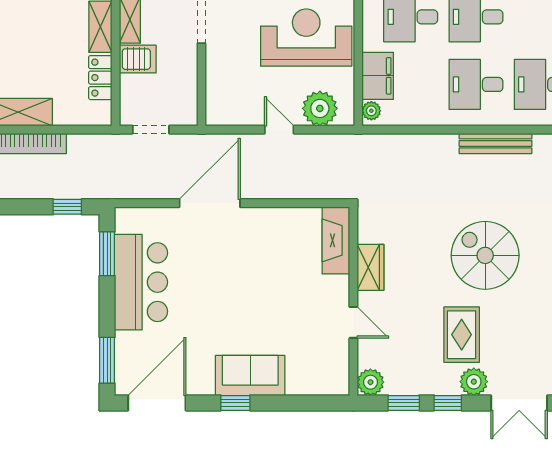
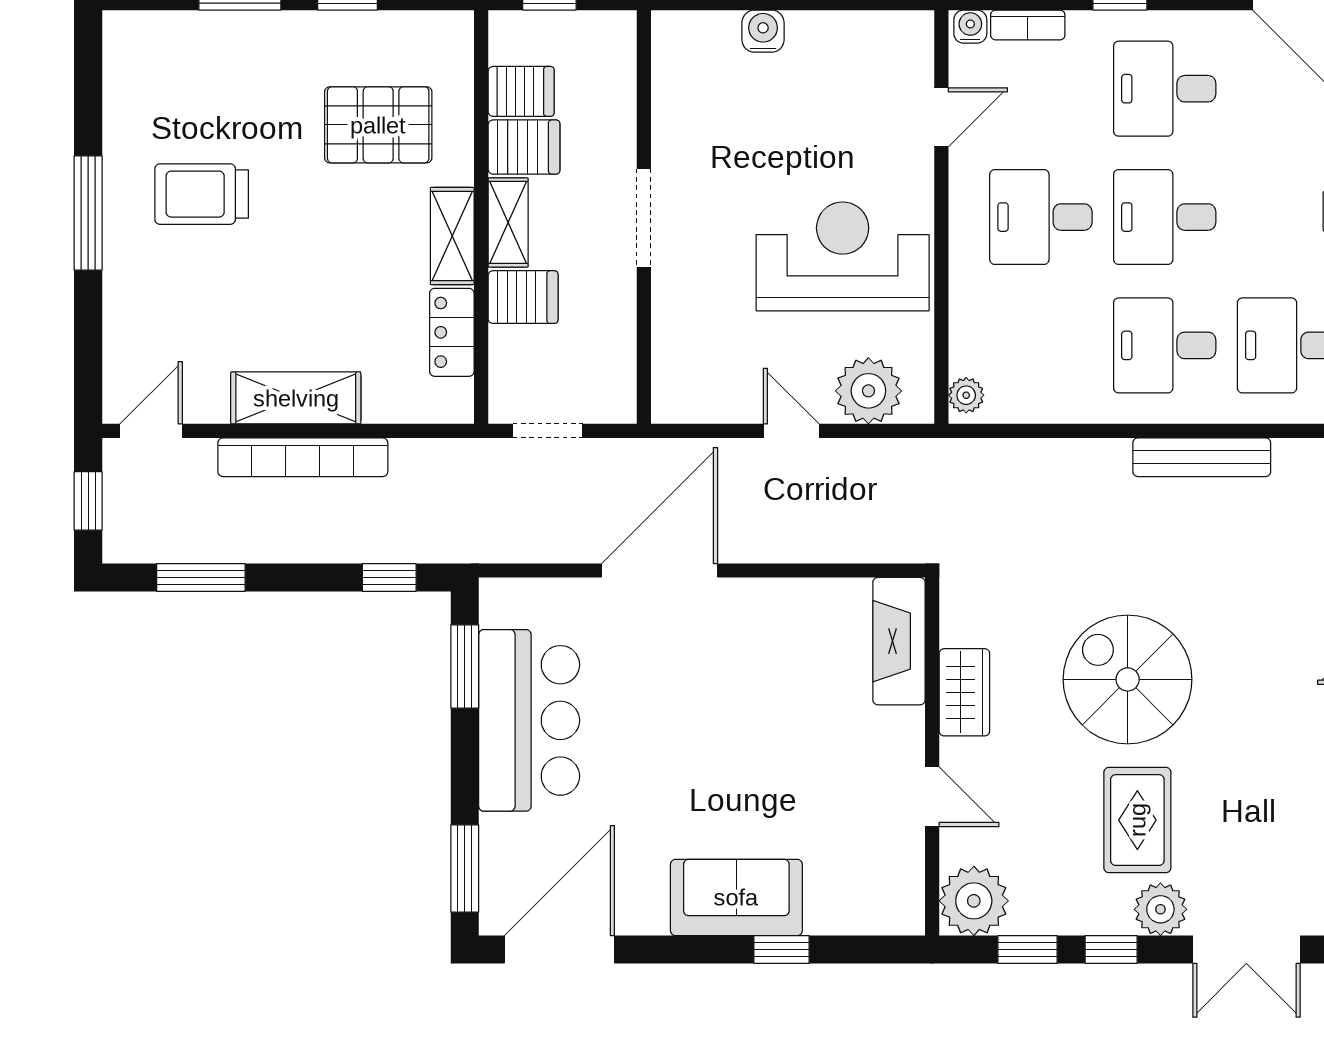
filing cabinet: (378, 76) -> (978, 329), removed
spiral stairs: (485, 255) -> (1128, 679), moved
plant: (370, 382) -> (974, 901), width x1.36, depth x1.36
window: (235, 403) -> (781, 950), moved

